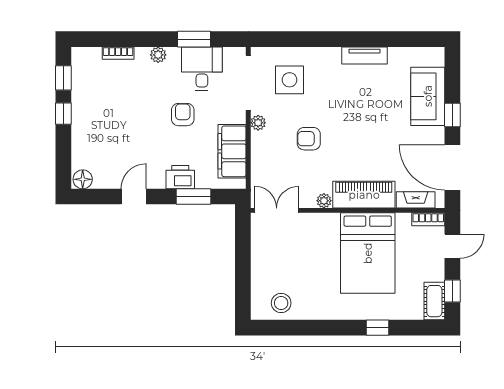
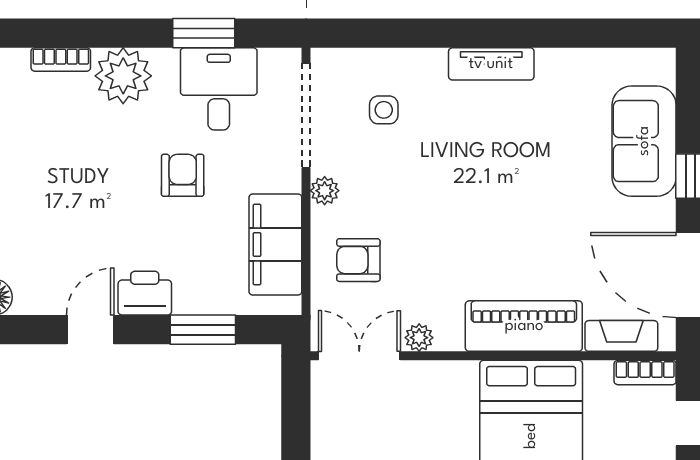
plant: (158, 55) -> (123, 76), width x1.87, depth x1.87
tv unit: (364, 55) -> (491, 64), moved
side table: (290, 80) -> (384, 110), width x0.54, depth x0.54
armchair: (309, 139) -> (358, 260), moved
printer: (180, 177) -> (145, 293), moved
plant: (324, 201) -> (419, 338), moved

